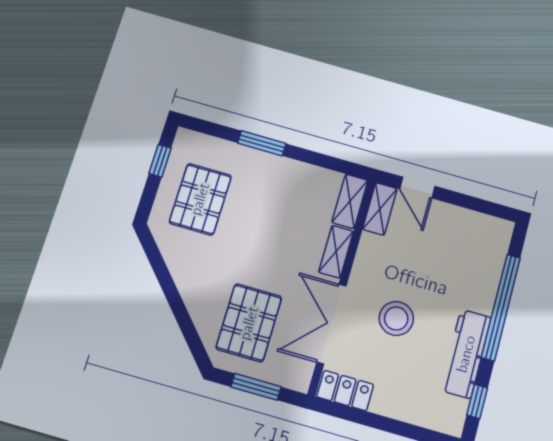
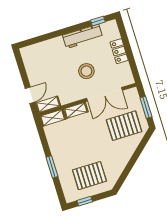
window: (501, 307) -> (56, 34), removed
locker: (345, 391) -> (119, 51), moved

